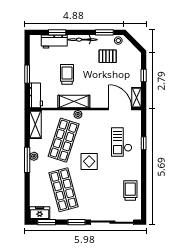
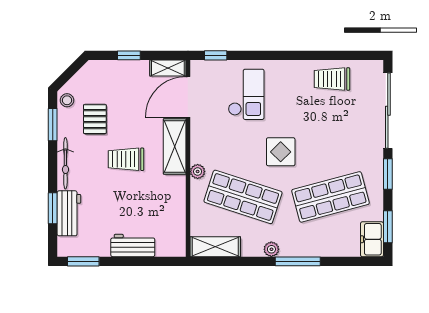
window: (27, 74) -> (83, 261), moved
trolley: (67, 74) -> (126, 159), moved
workbench: (36, 95) -> (133, 246), moved
shelving: (74, 101) -> (175, 146), moved
checkout: (122, 142) -> (246, 94), turned -90
window: (144, 143) -> (216, 55), moved
window: (27, 160) -> (298, 261), moved

